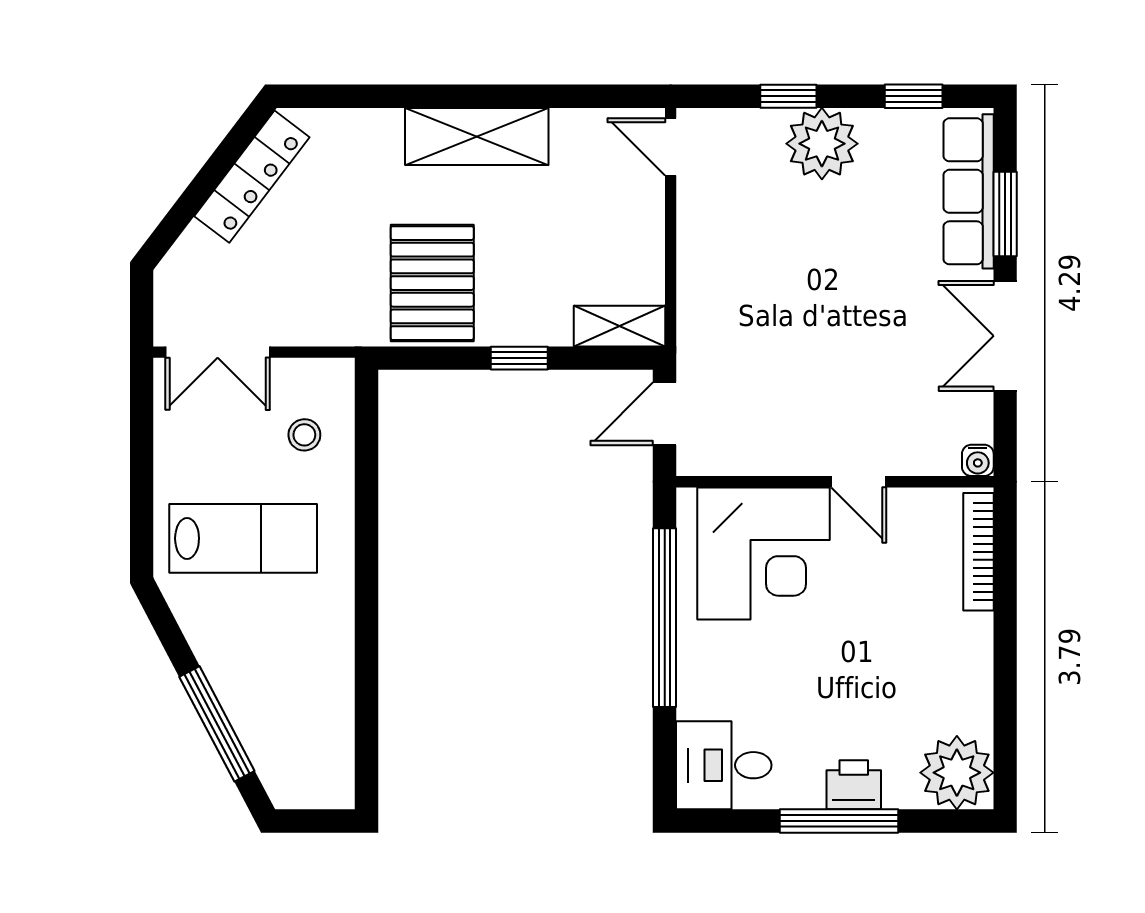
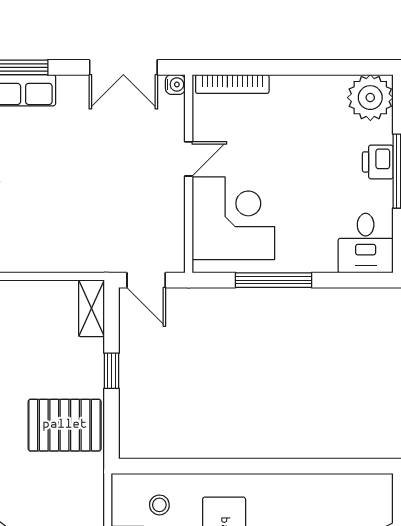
double door: (1005, 336) -> (123, 67), moved
window: (665, 618) -> (273, 280), width x0.68

